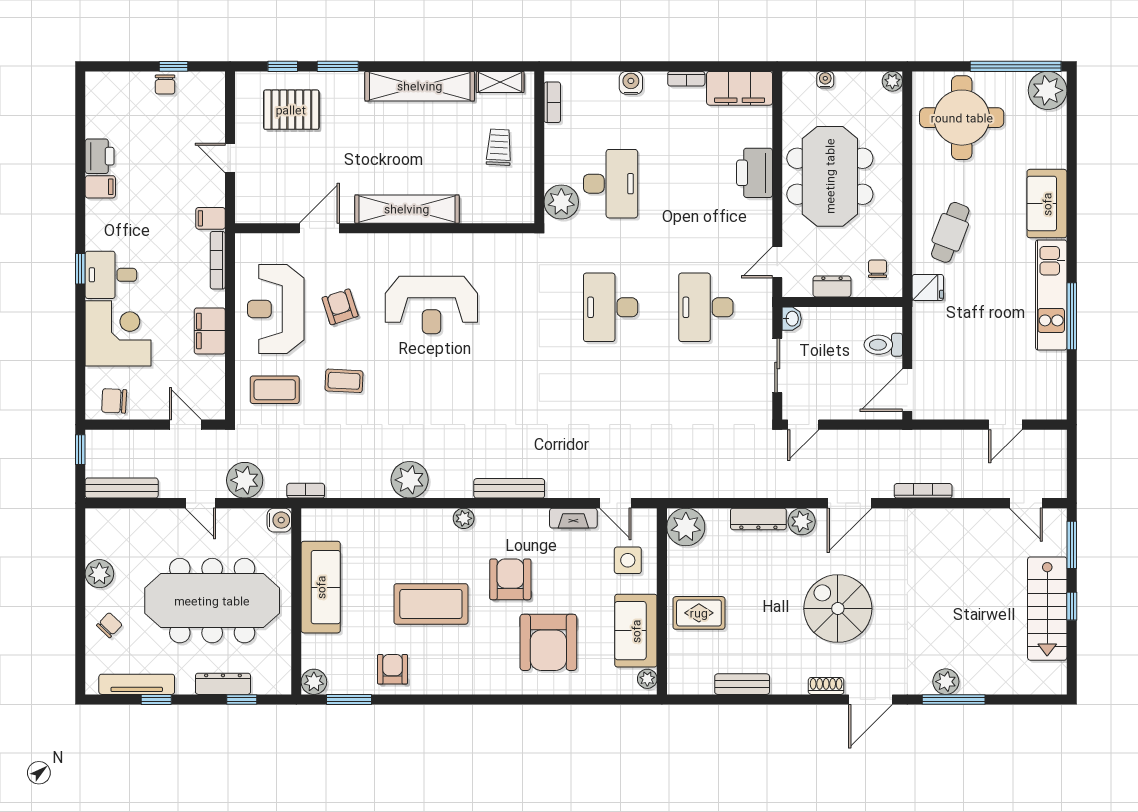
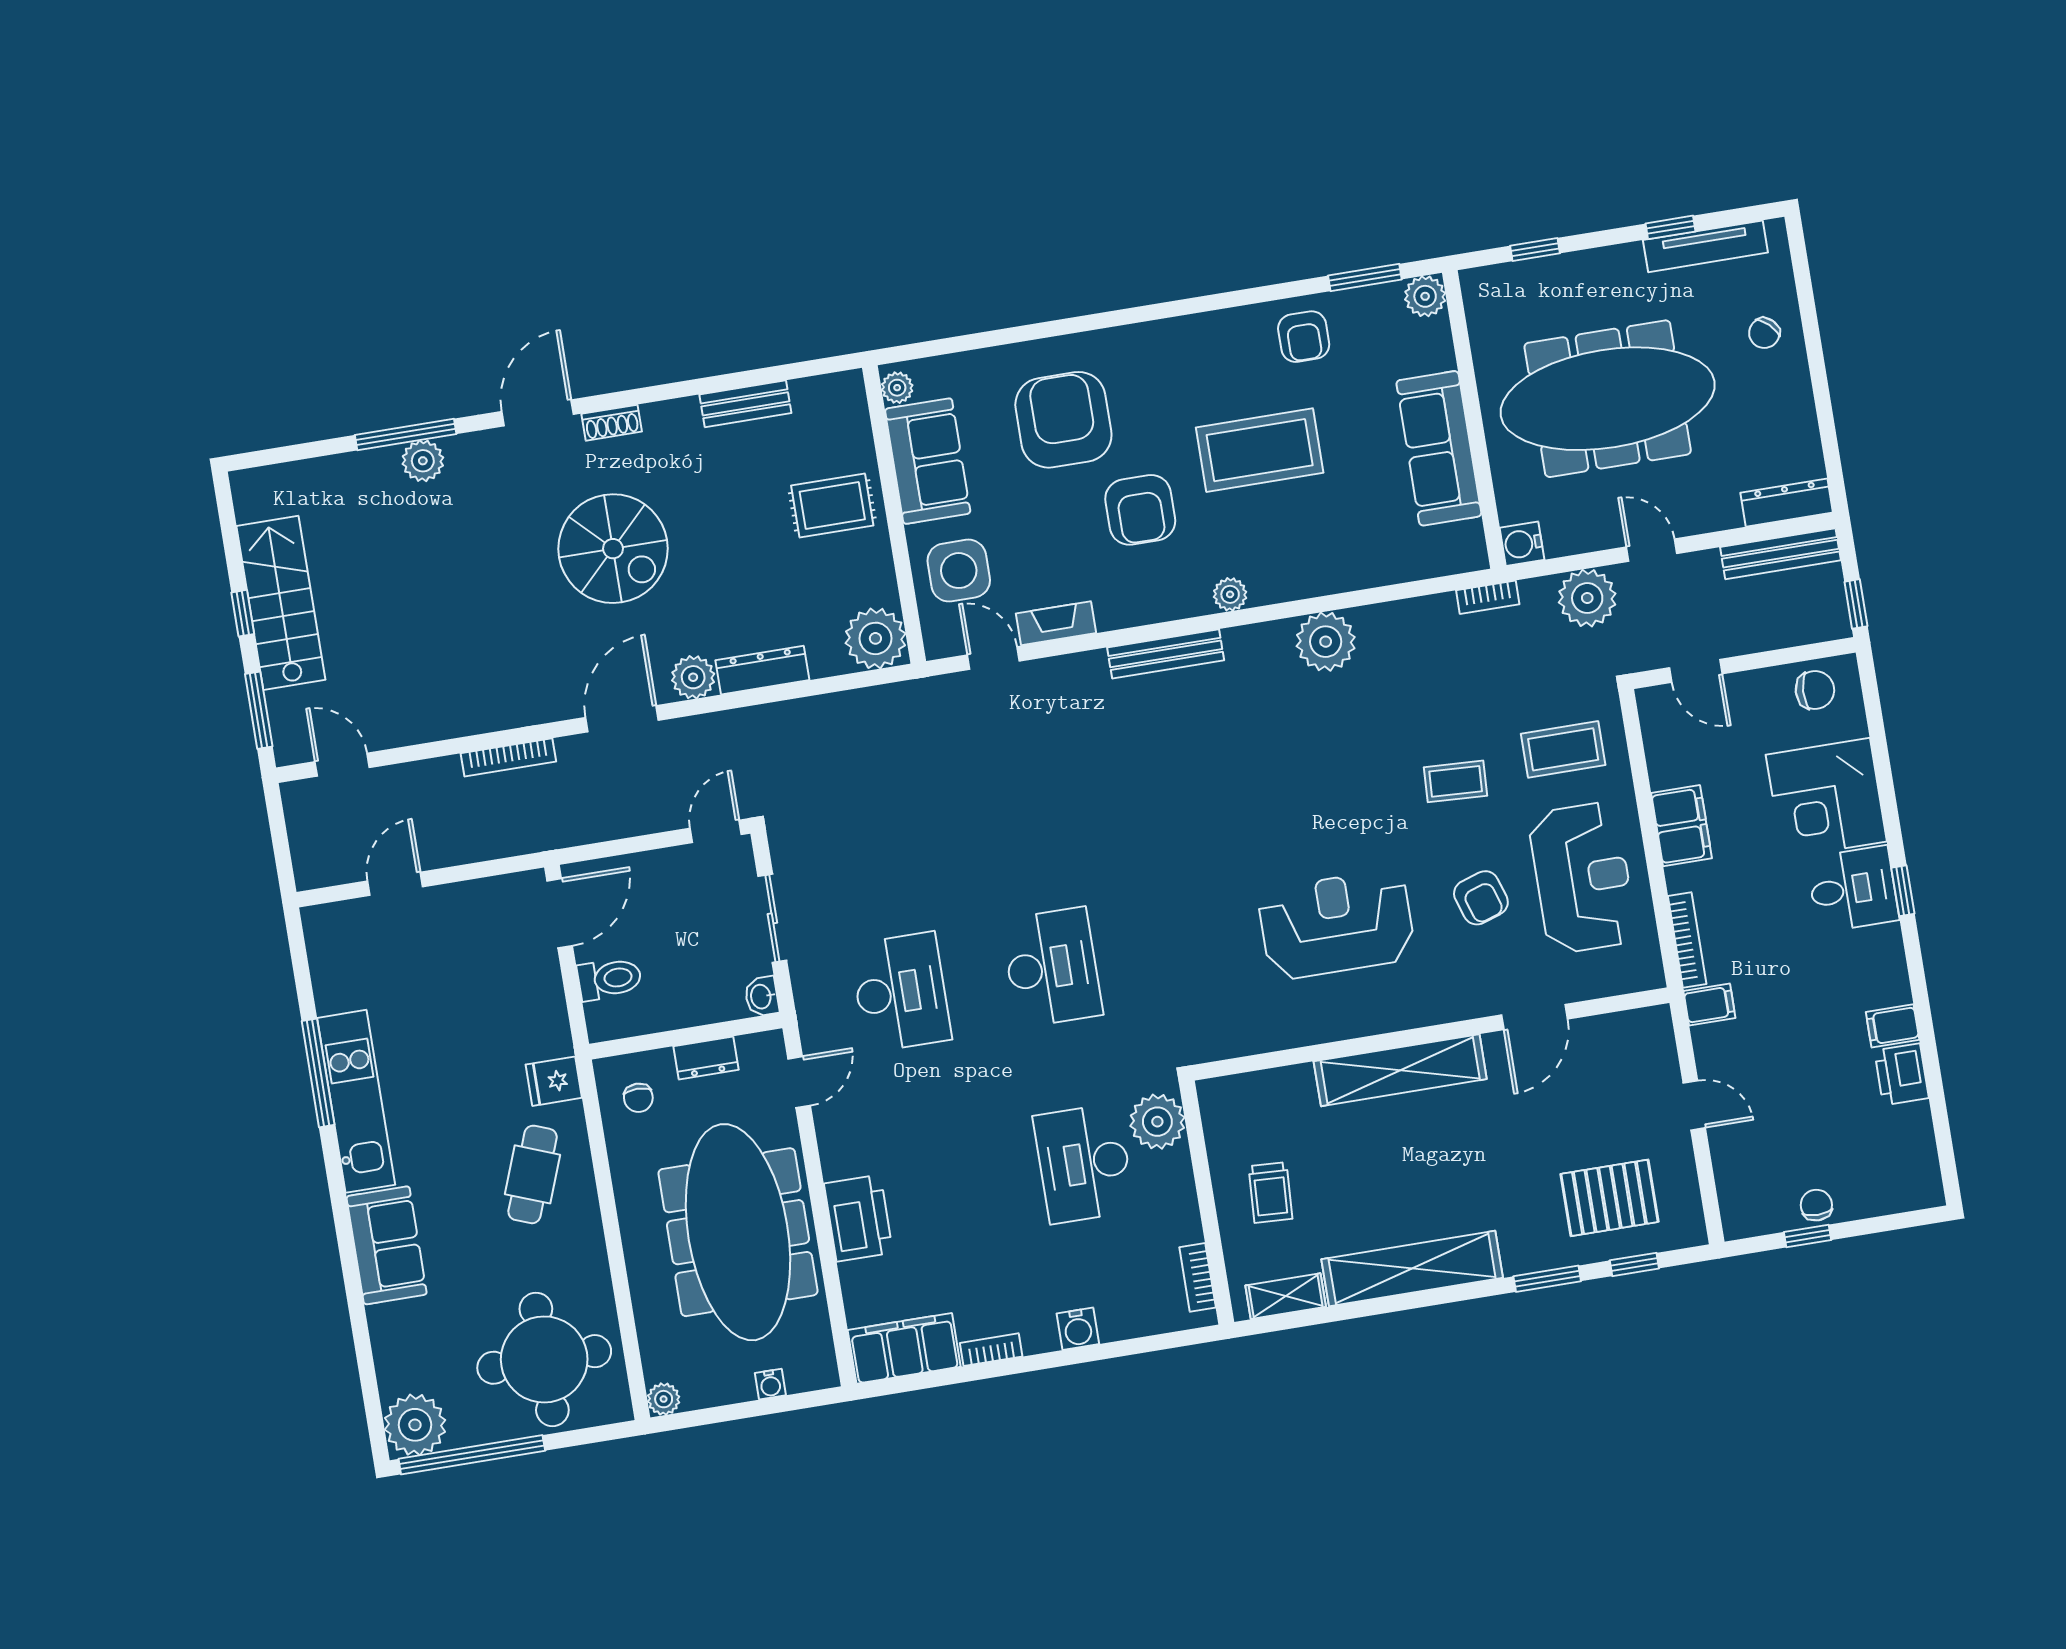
meeting table: (830, 176) -> (738, 1232), width x1.36
side table: (628, 560) -> (959, 571), width x1.37, depth x1.37
plant: (99, 574) -> (1793, 412), removed
dresser: (223, 684) -> (1787, 503), moved, turned 180

